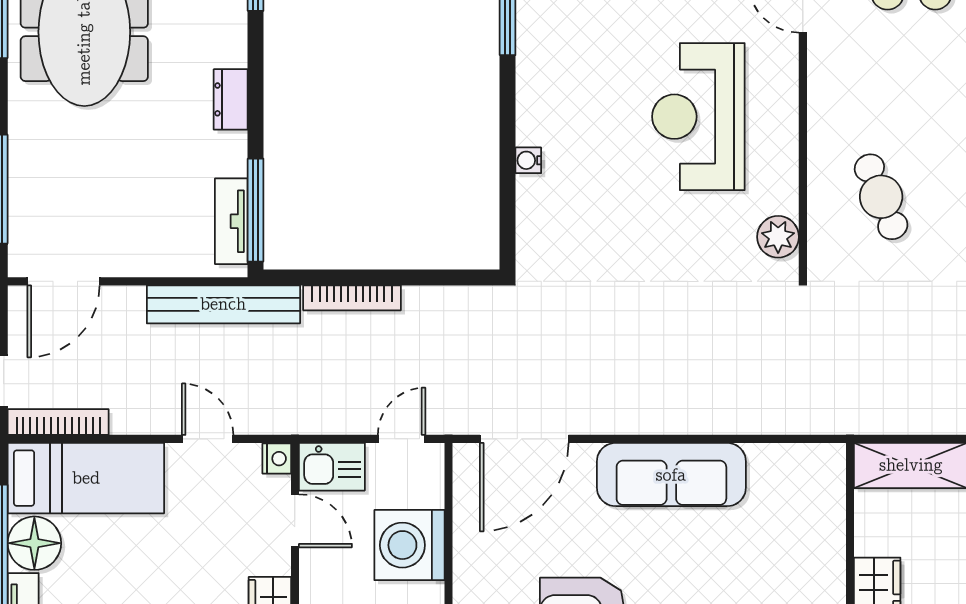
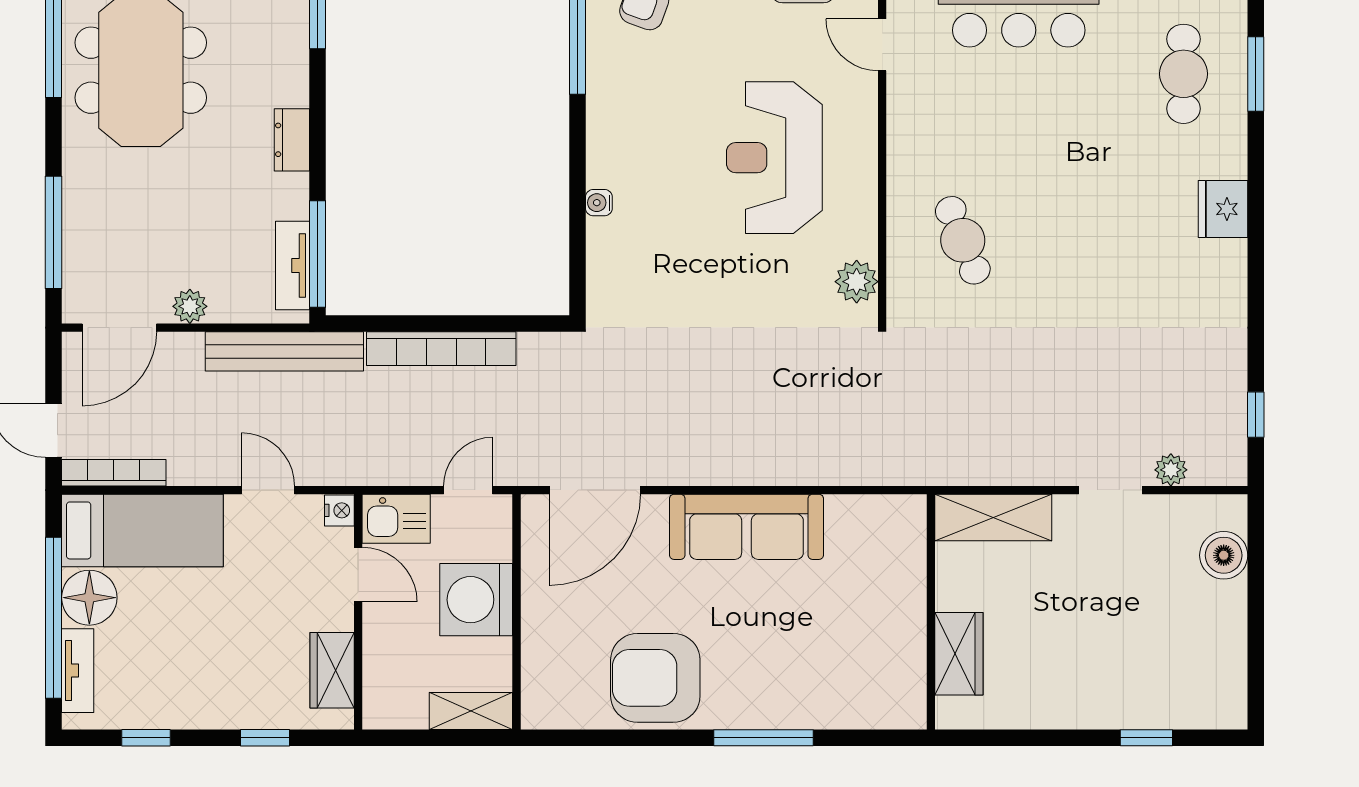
plant: (132, 261) -> (190, 306), added
bookcase: (352, 298) -> (441, 349), width x1.48, depth x1.31

